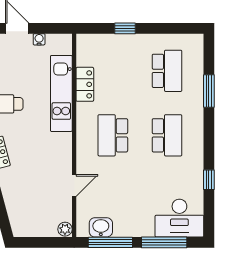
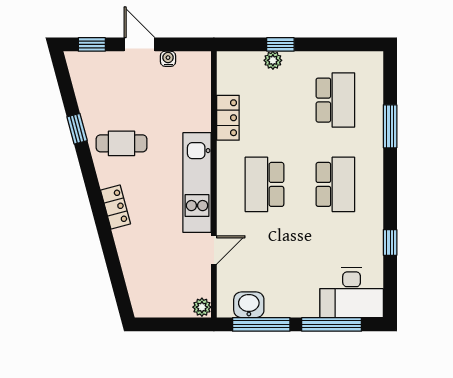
plant: (119, 40) -> (273, 60), added
kitchen unit: (61, 93) -> (197, 183), moved

